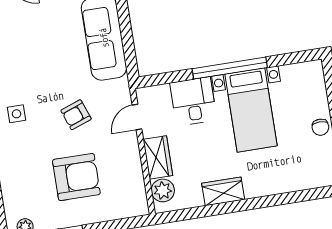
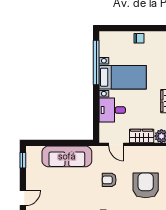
window: (230, 68) -> (96, 62), moved
armchair: (76, 115) -> (109, 180), turned 110

